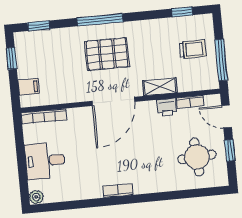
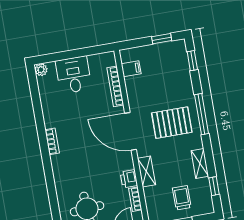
shelving: (155, 26) -> (200, 163), added
trolley: (193, 49) -> (182, 198), turned 180
pallet: (107, 54) -> (172, 123), turned 90
filing cabinet: (29, 87) -> (131, 69), moved, turned -90
bookcase: (44, 116) -> (115, 86), moved

